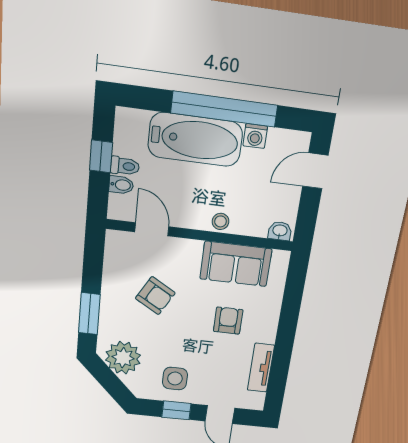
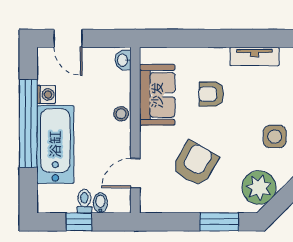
armchair: (155, 296) -> (195, 164), width x1.38, depth x1.38

